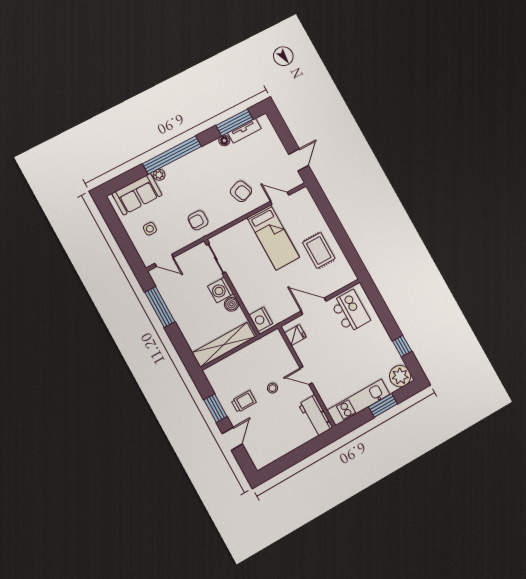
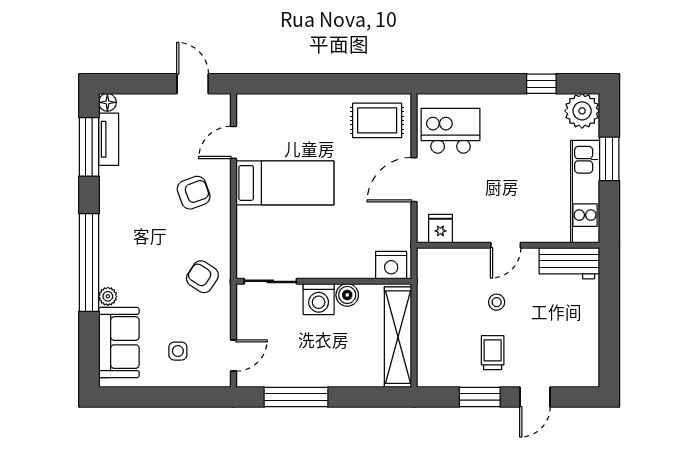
floor lamp: (224, 141) -> (107, 102), moved
armchair: (198, 220) -> (202, 277), turned 123
rug: (319, 251) -> (377, 120), moved
door: (232, 439) -> (535, 397), swing flipped

